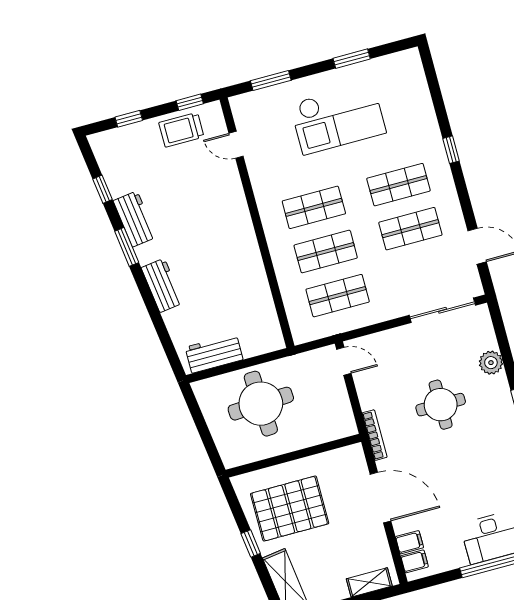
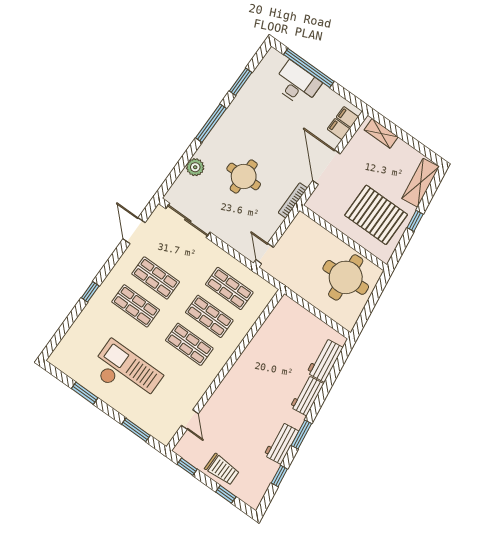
trolley: (181, 130) -> (222, 469), moved
workbench: (214, 353) -> (325, 360), moved, turned 82
round table: (261, 404) -> (346, 277), moved

